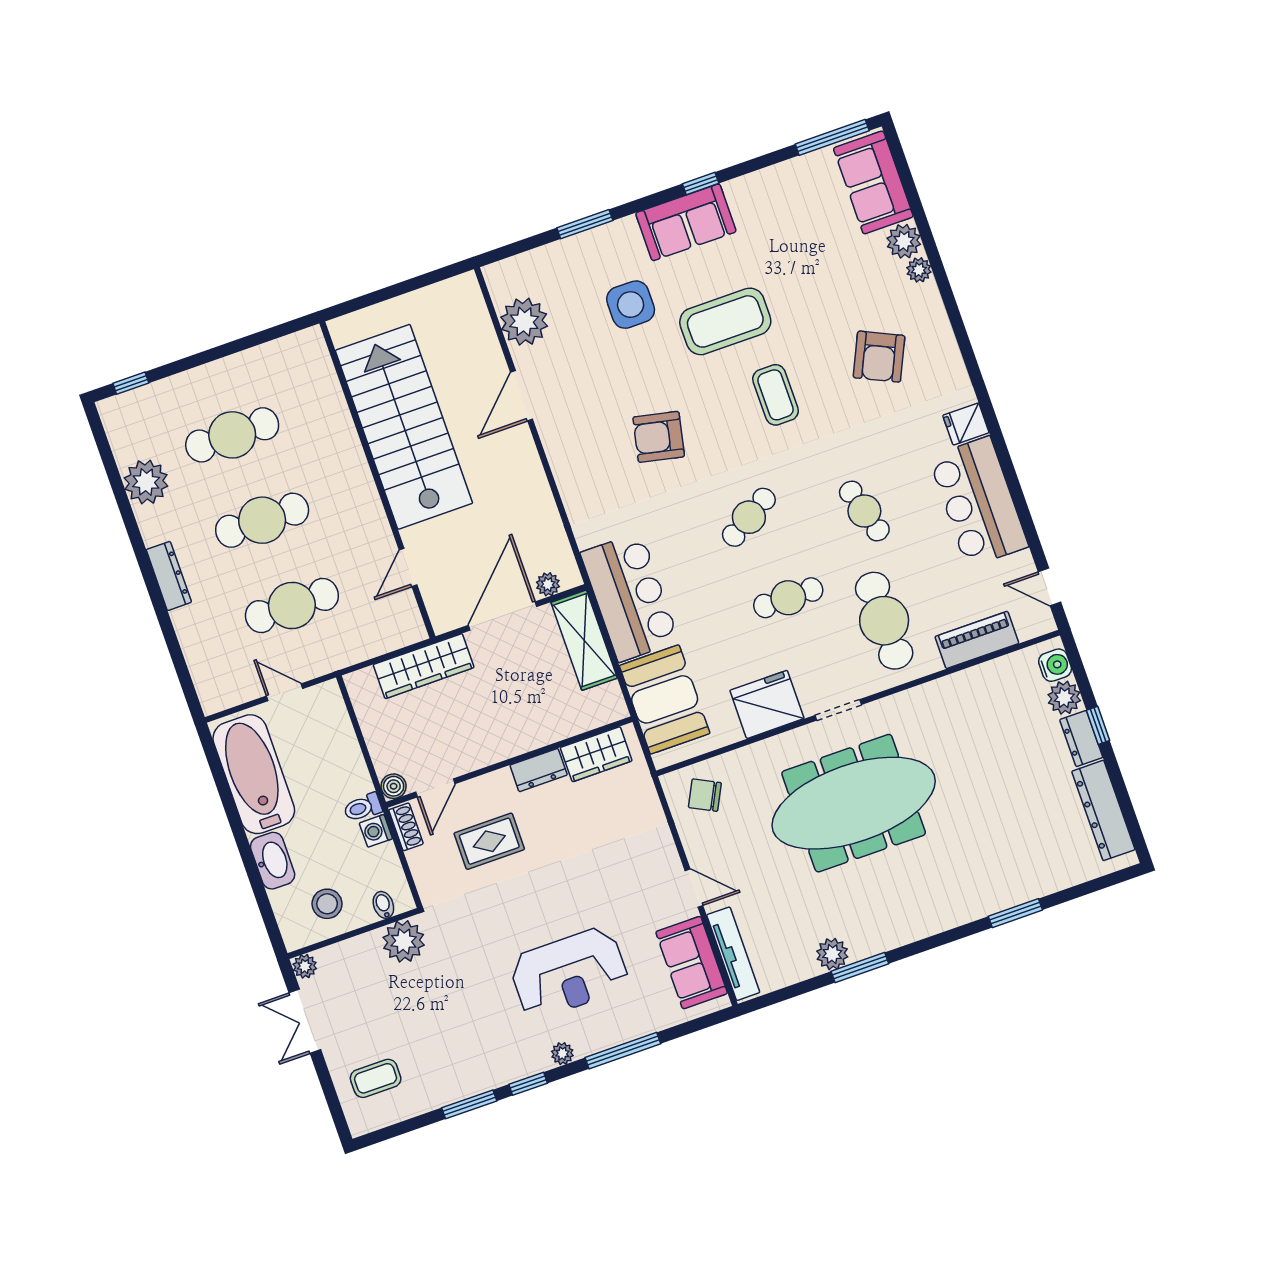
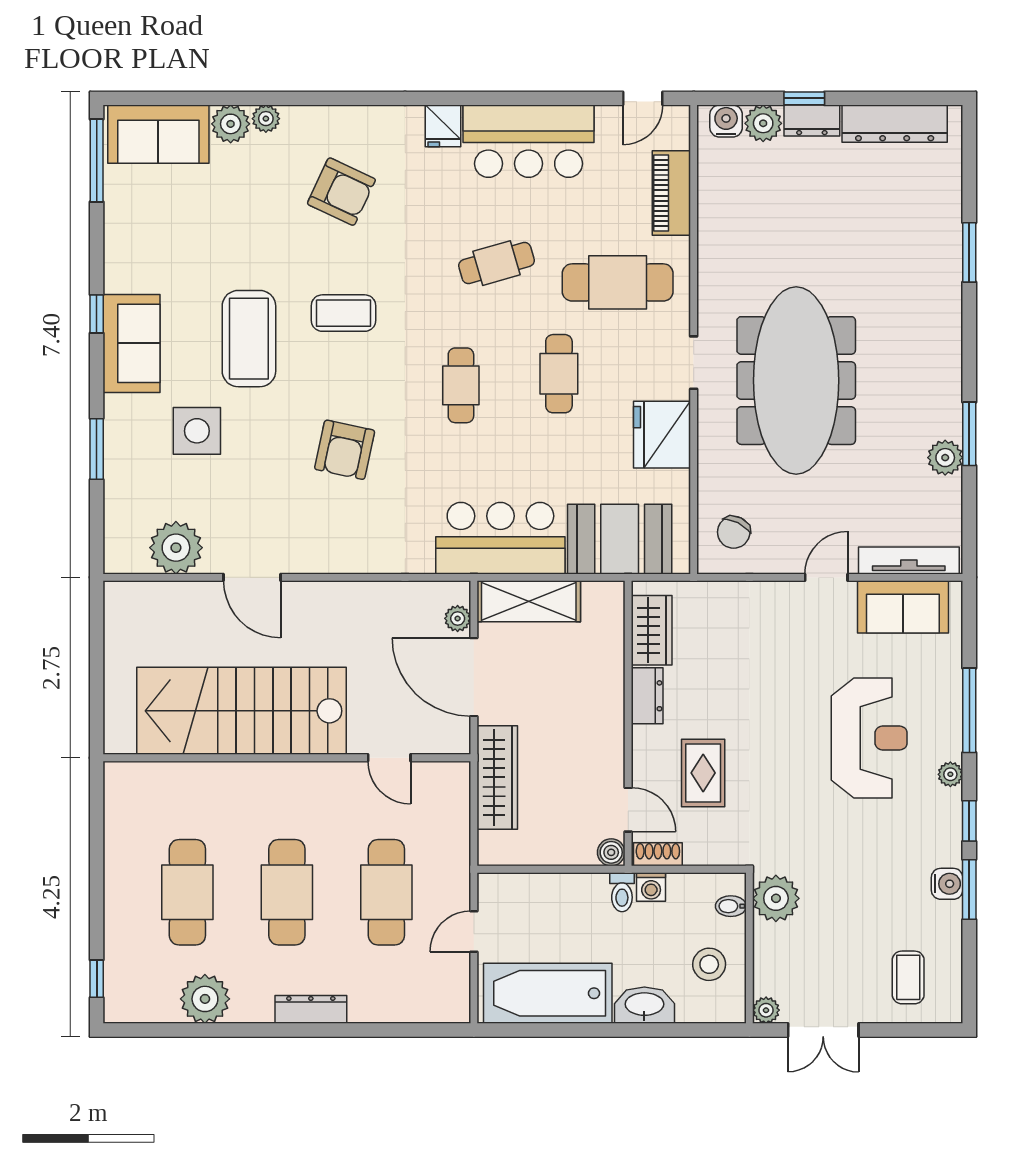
cafe table: (749, 517) -> (461, 385), turned 31
water cooler: (468, 1084) -> (947, 884), added

